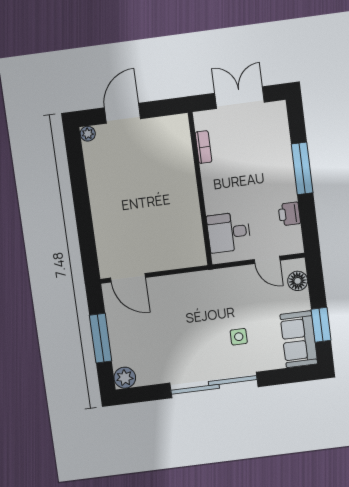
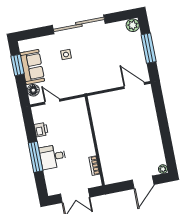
desk: (229, 232) -> (53, 157), moved, turned 180
sofa: (299, 339) -> (32, 67), moved

